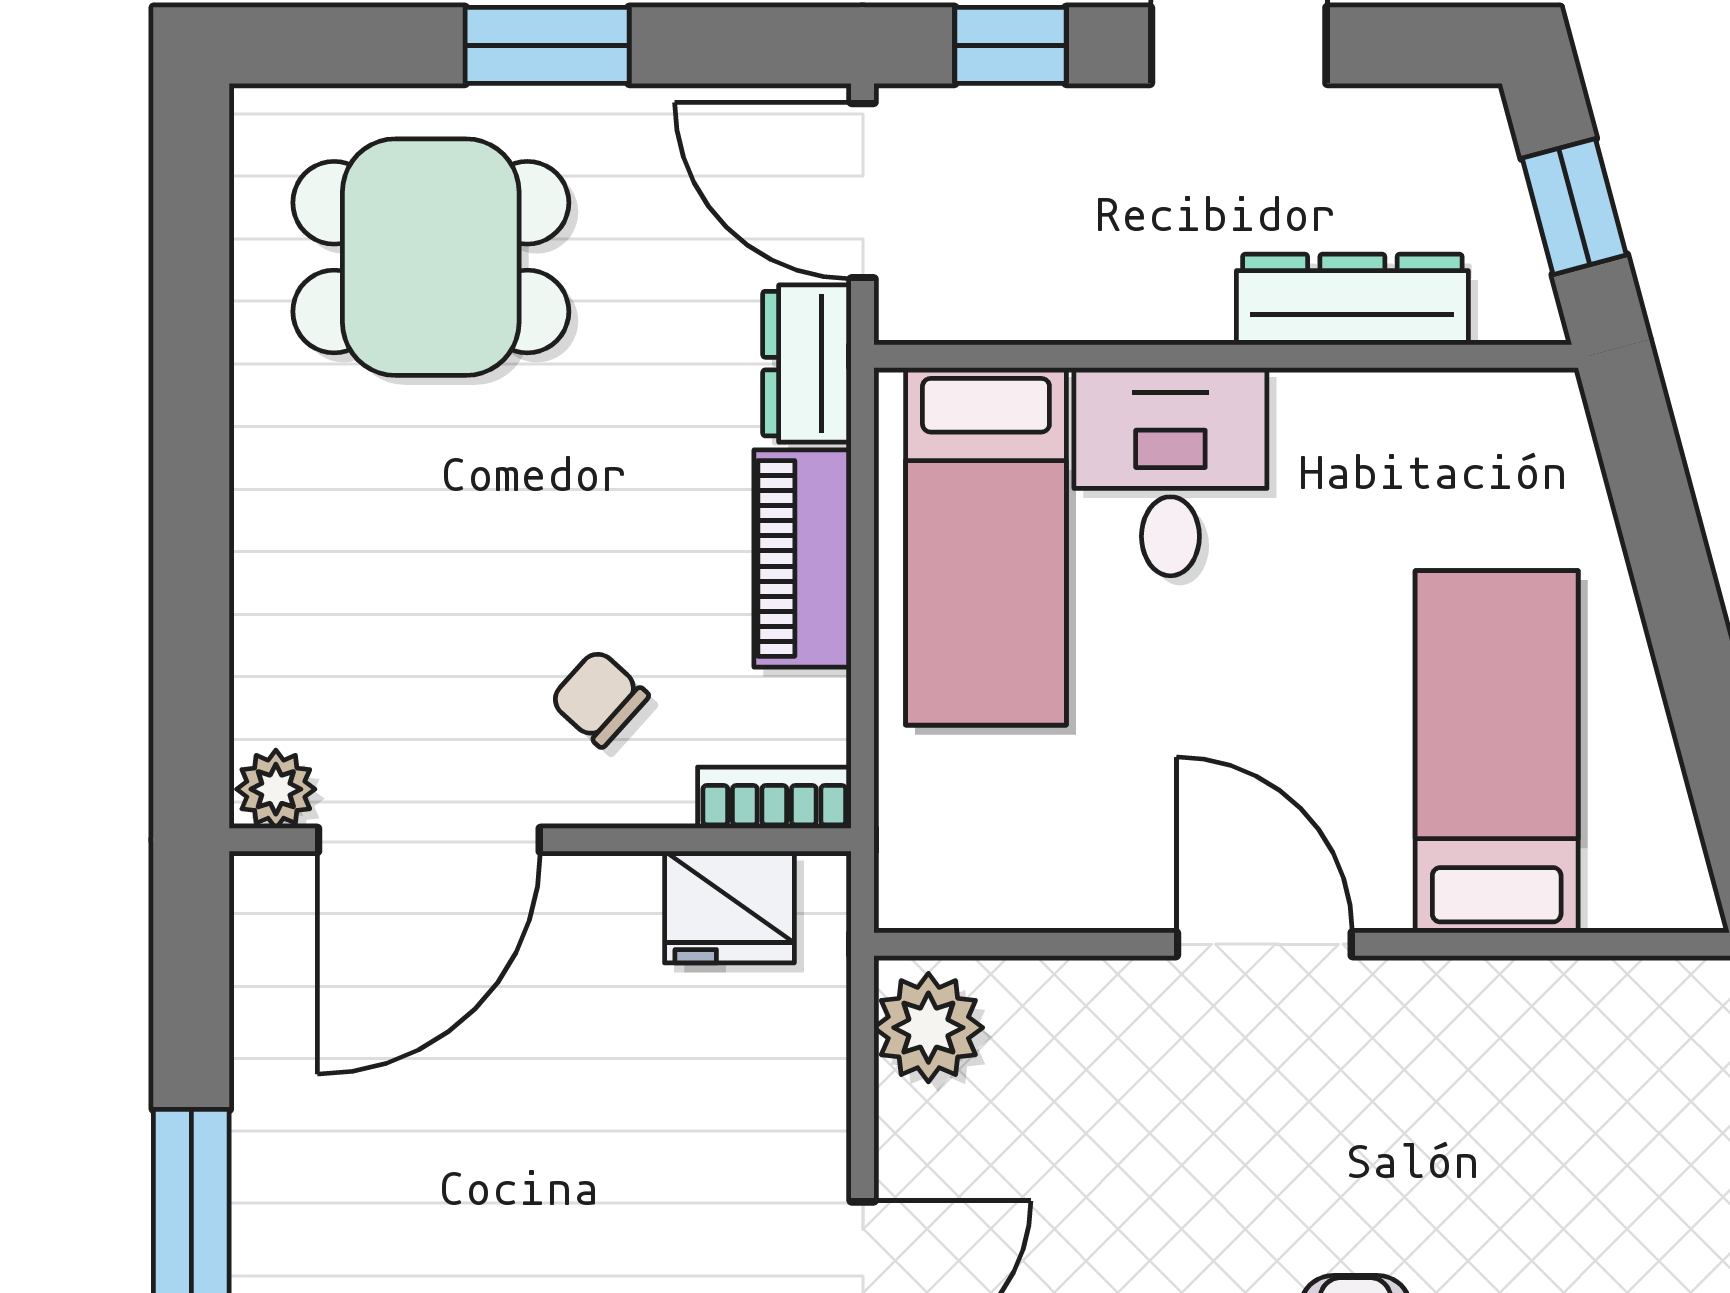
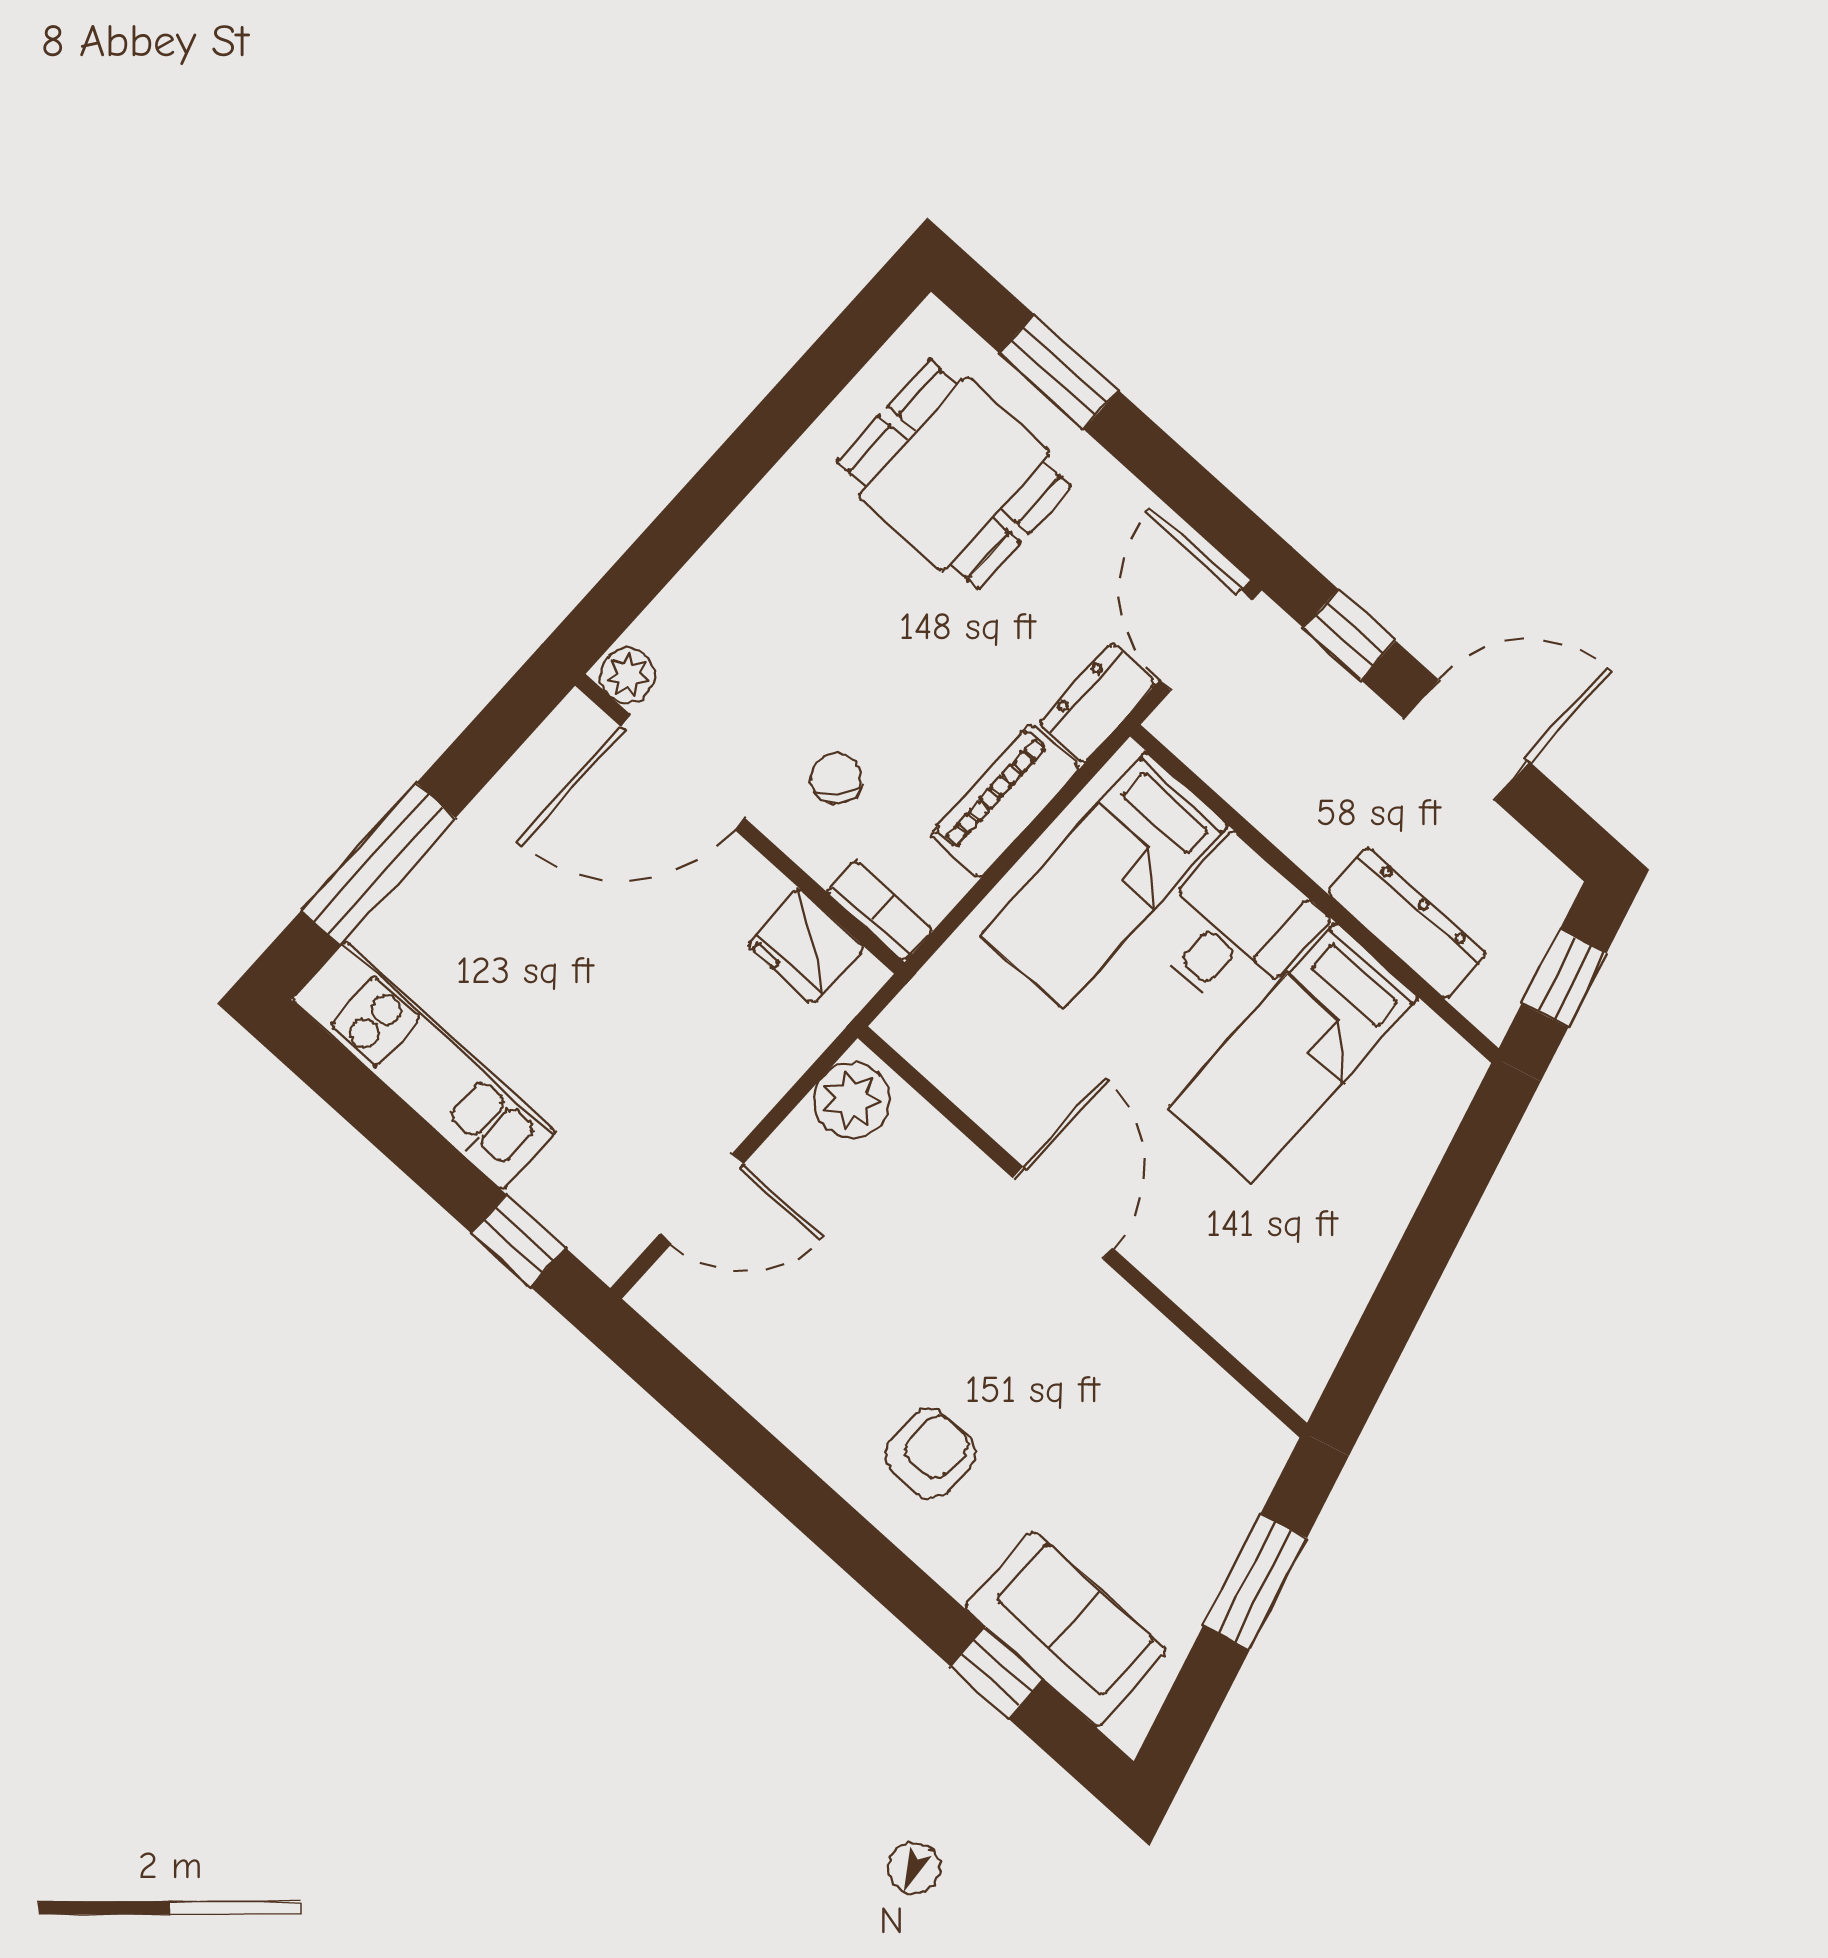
window: (547, 45) -> (1059, 372), moved
bed: (1497, 752) -> (1293, 1053), moved, turned 180

